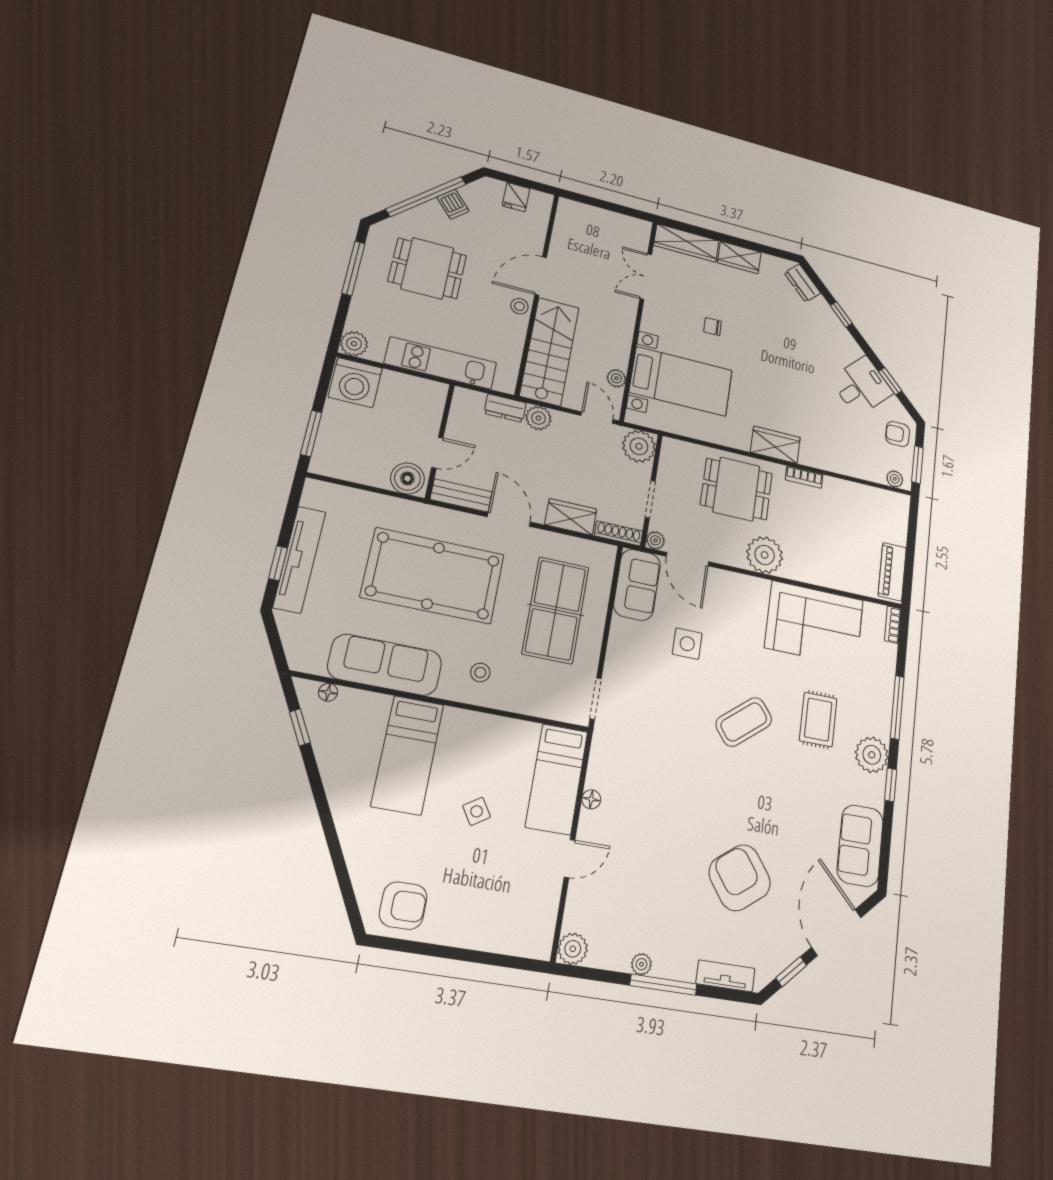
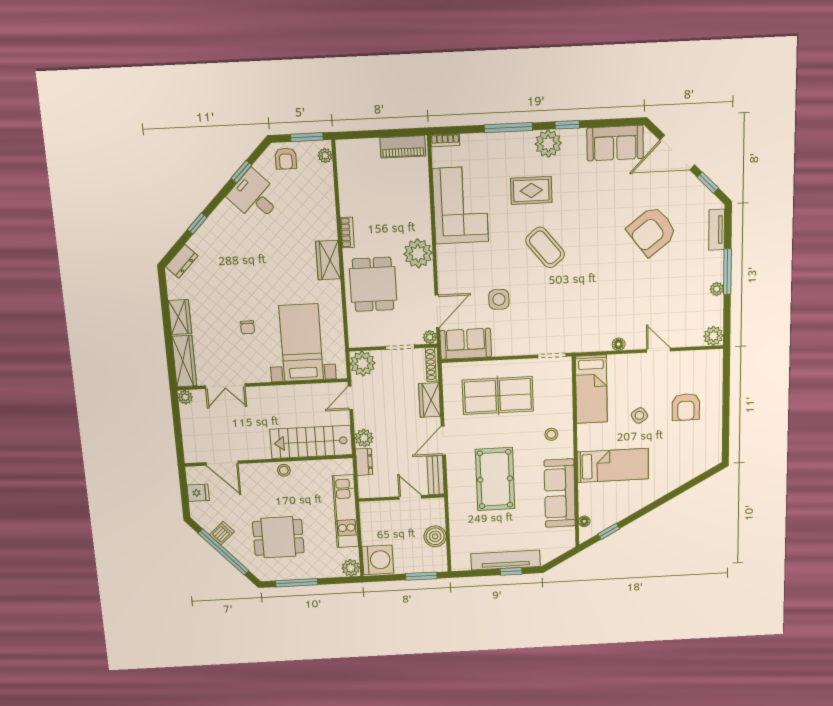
dining table: (427, 268) -> (278, 537), turned 90
door: (541, 276) -> (222, 463), moved
plant: (616, 378) -> (185, 397), moved
boiler: (407, 478) -> (435, 536), moved
pool table: (433, 576) -> (495, 479), width x0.73, depth x0.76
bed: (557, 779) -> (591, 389), moved, turned 90
armchair: (403, 906) -> (686, 407), moved, turned 180

